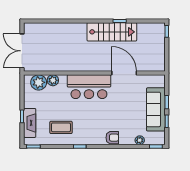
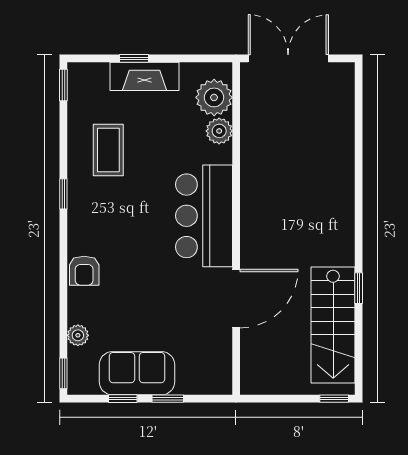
stairs: (112, 32) -> (333, 325), moved
sofa: (156, 109) -> (137, 373), width x0.73
fireplace: (30, 123) -> (145, 76), moved

